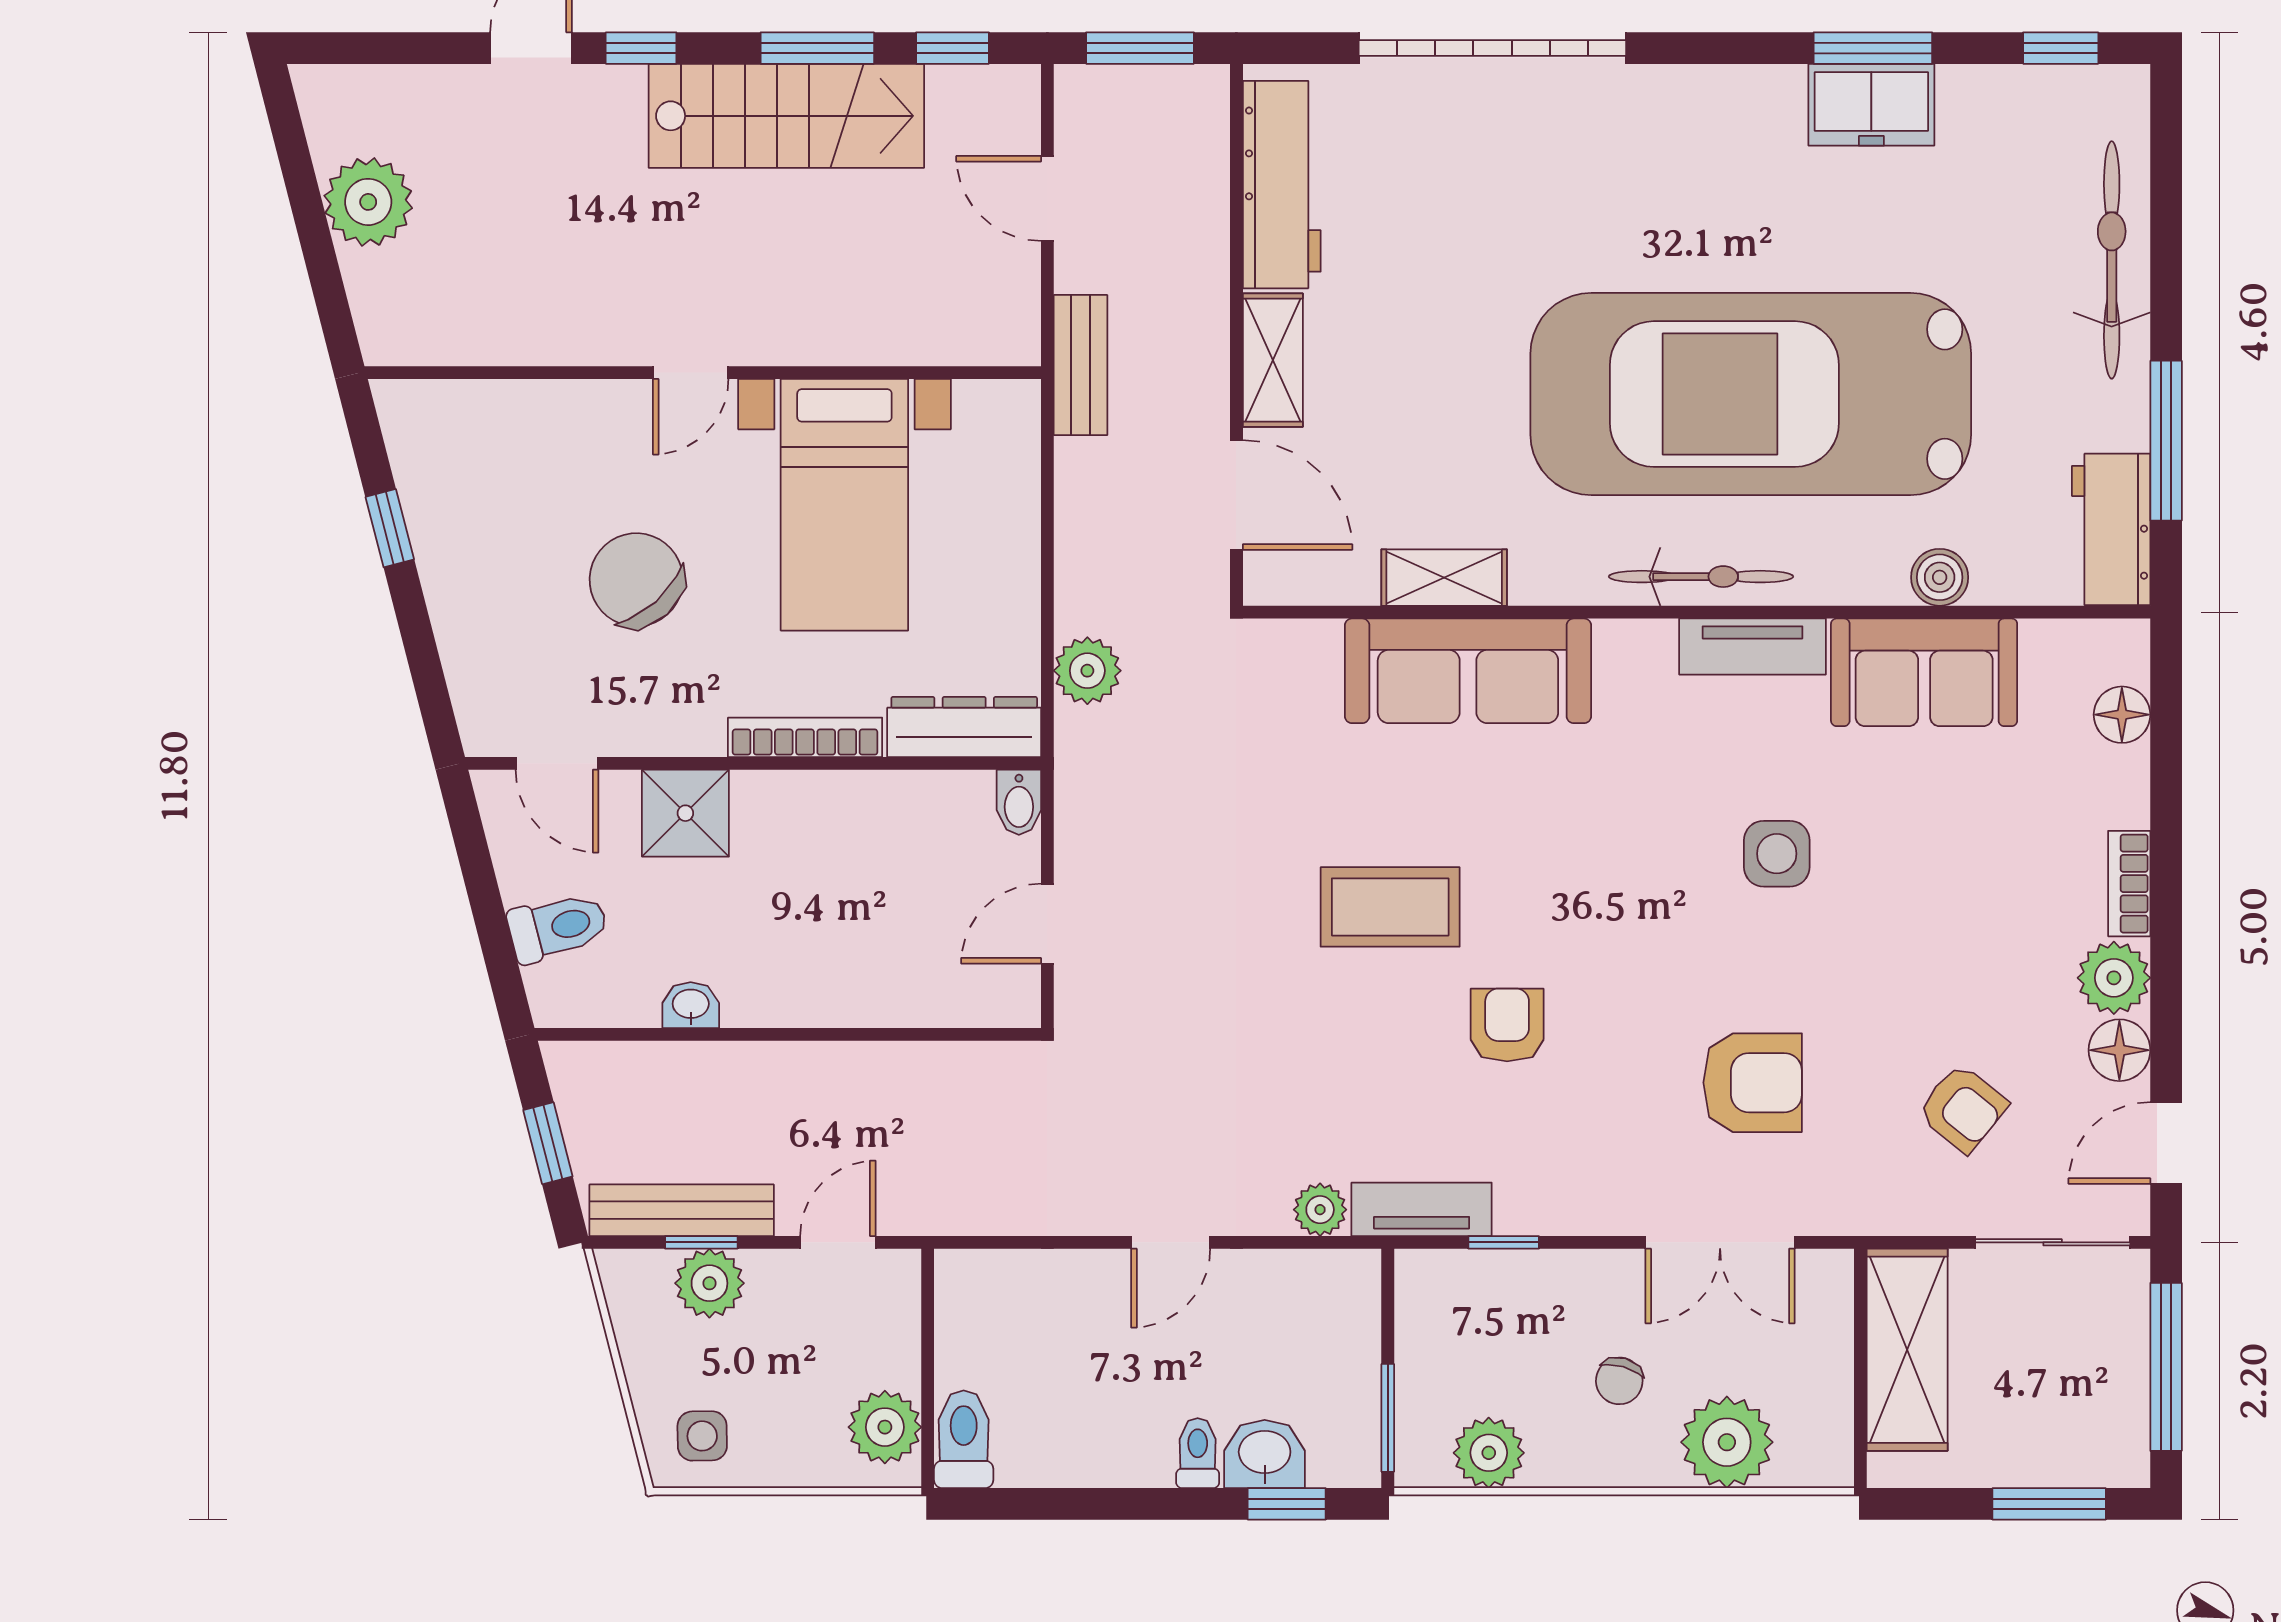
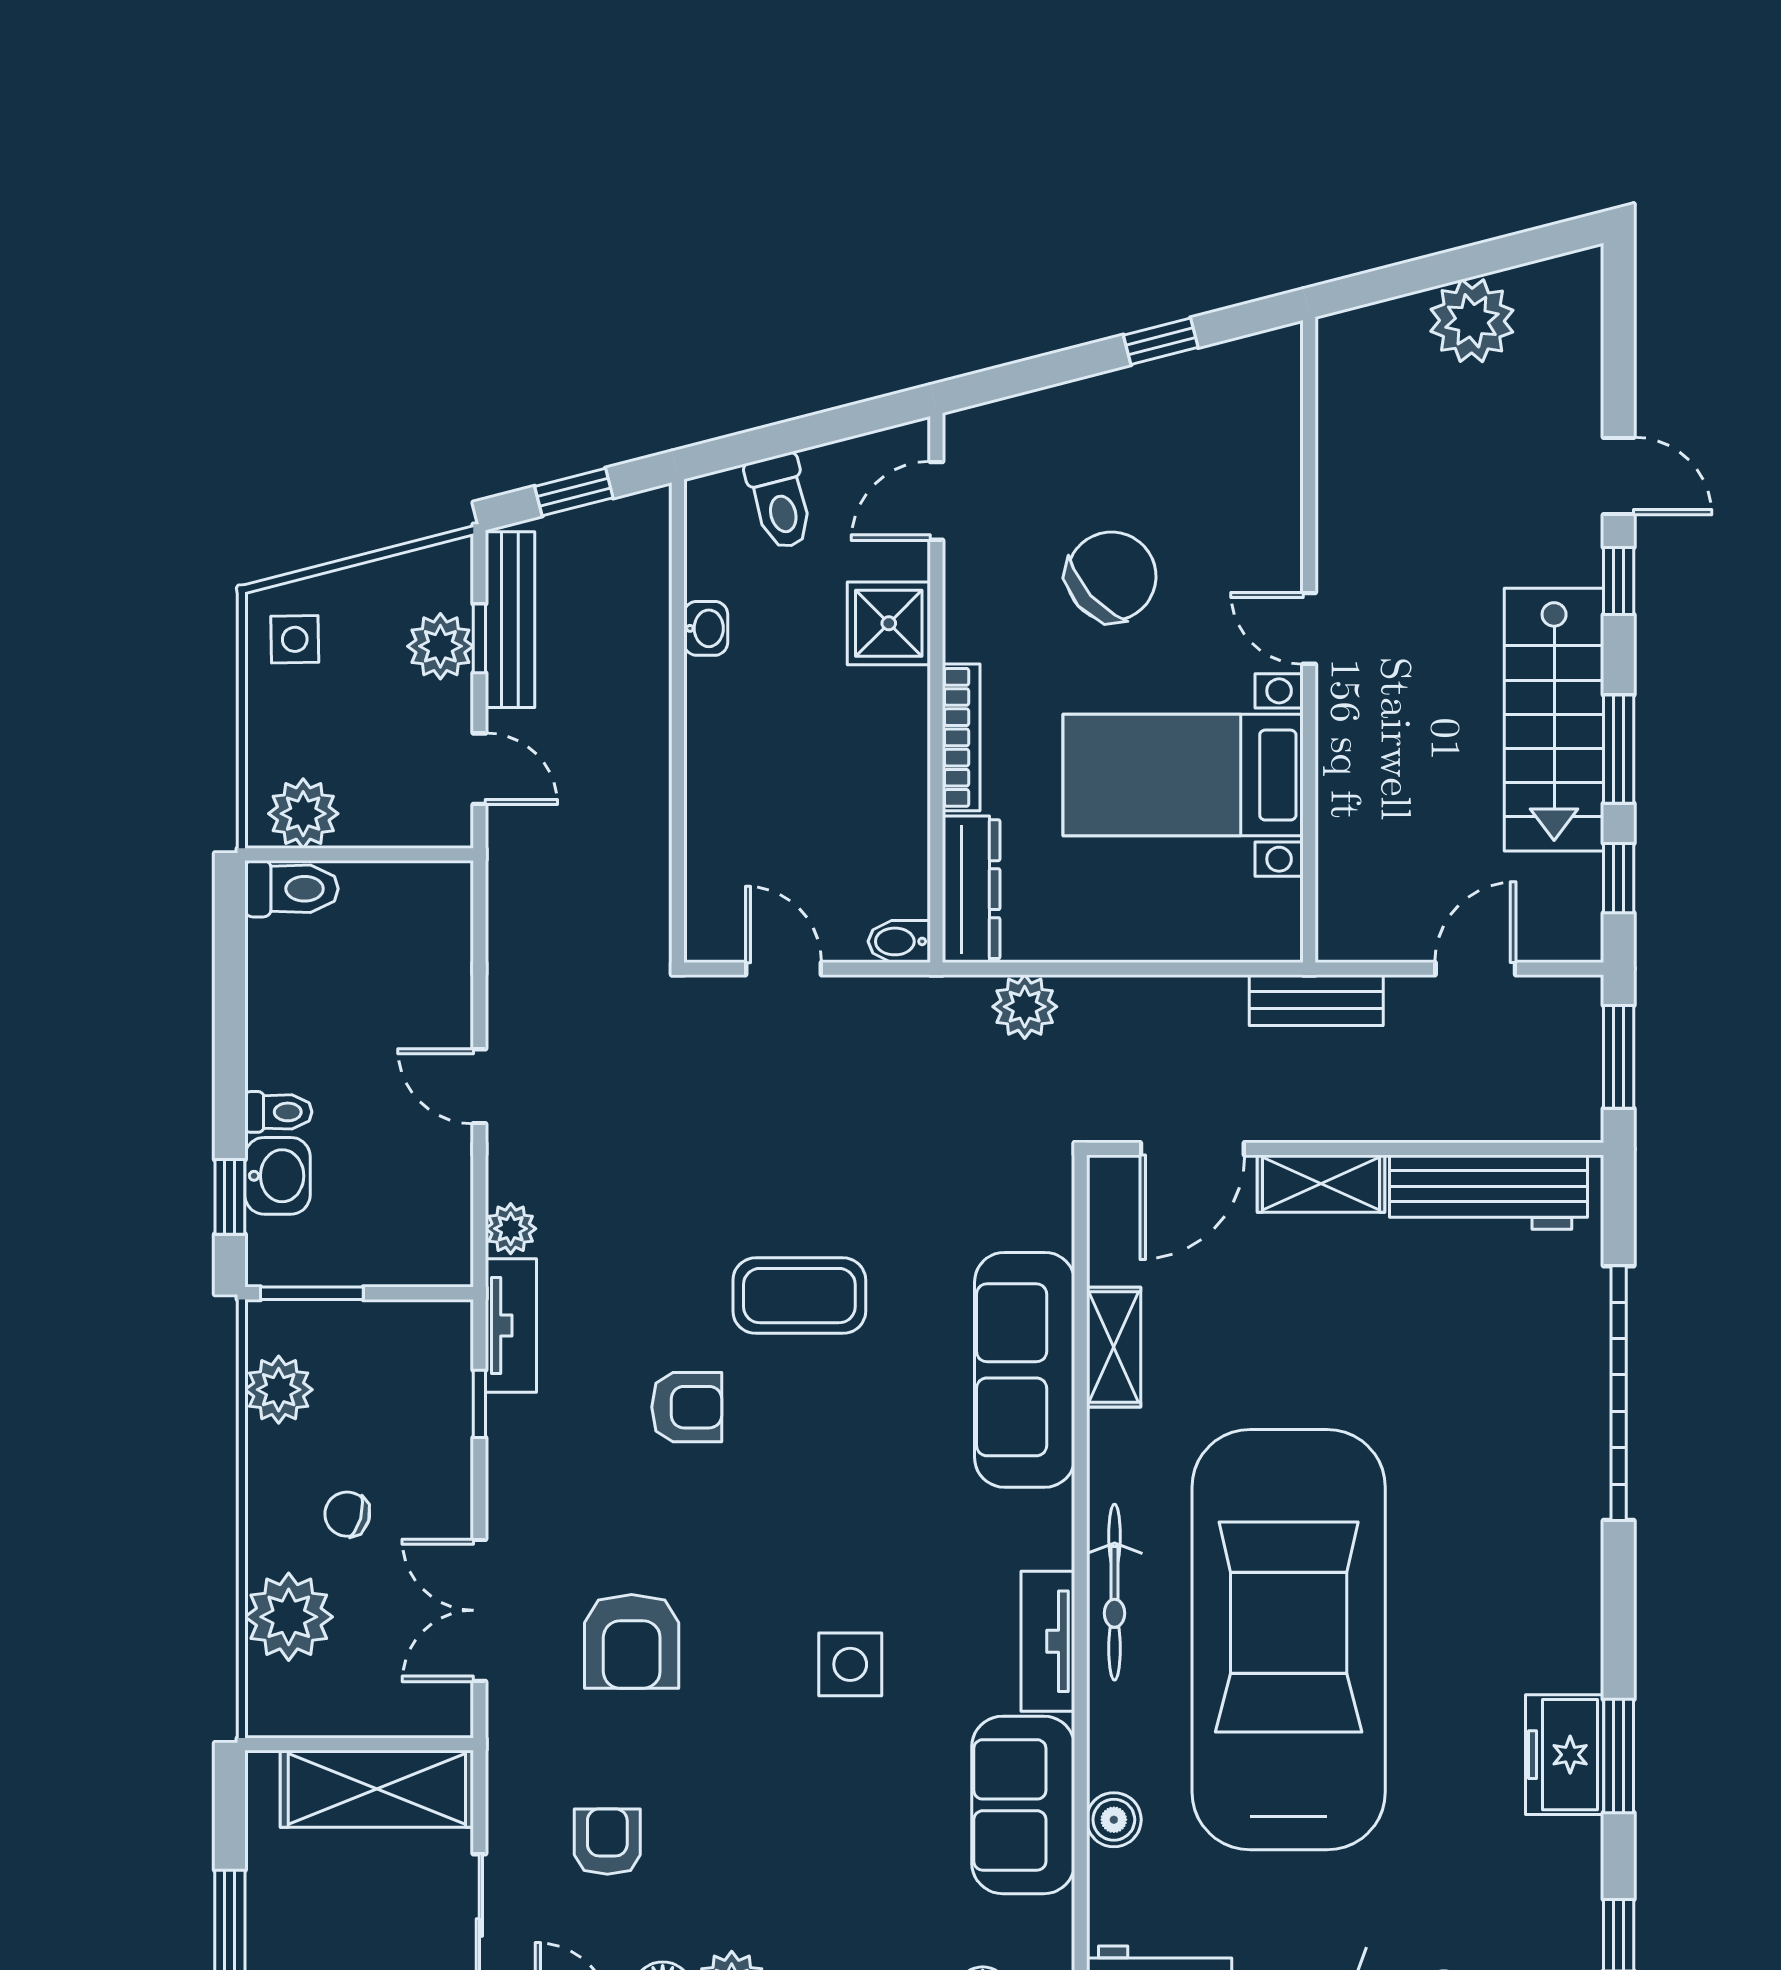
coffee table: (1390, 907) -> (799, 1296), turned 90
armchair: (1963, 1108) -> (607, 1842), turned 141

